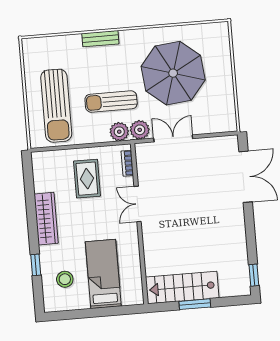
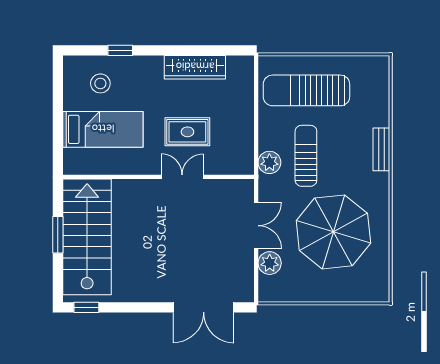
plant: (140, 130) -> (270, 263), moved
bookcase: (127, 163) -> (231, 169), removed
rug: (87, 179) -> (187, 132), moved
wardrobe: (46, 219) -> (195, 67), moved
stairs: (182, 287) -> (87, 237), width x1.36, depth x1.51

